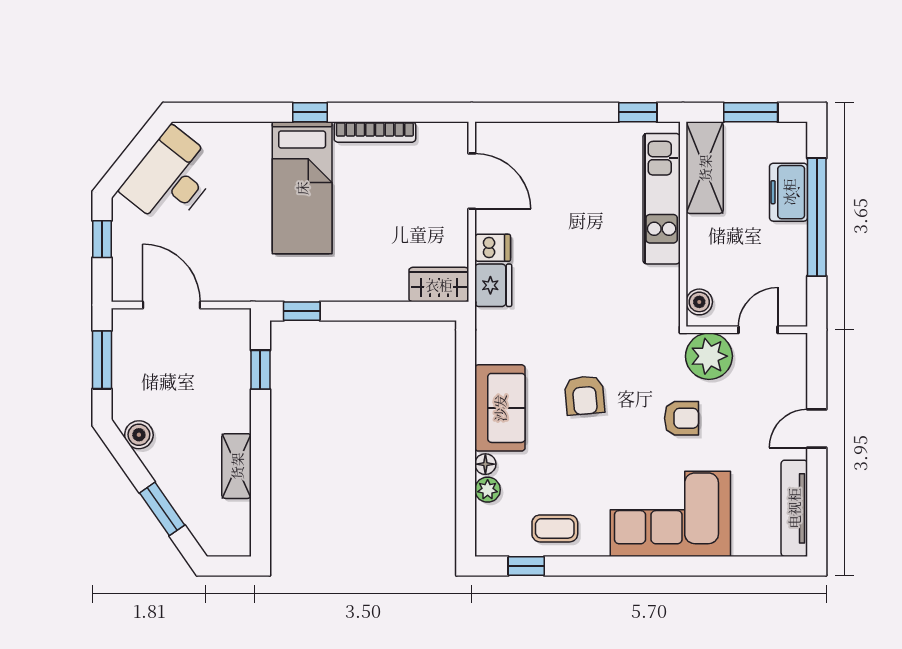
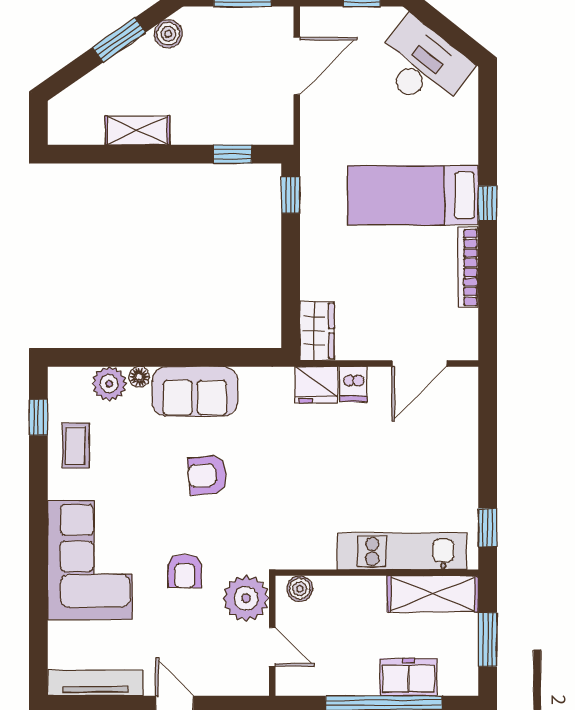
plant: (488, 490) -> (109, 384), width x1.38, depth x1.38
window: (162, 509) -> (119, 40), moved

